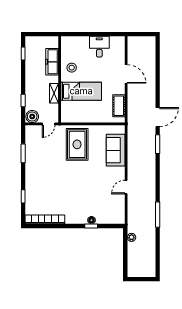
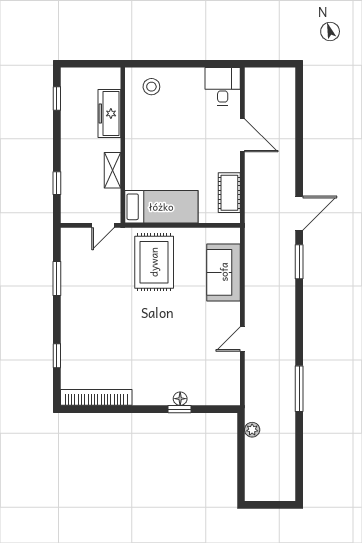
desk: (99, 47) -> (223, 86), moved
stool: (72, 68) -> (151, 87), moved
bed: (81, 91) -> (161, 207), moved
boiler: (32, 116) -> (73, 212), removed

